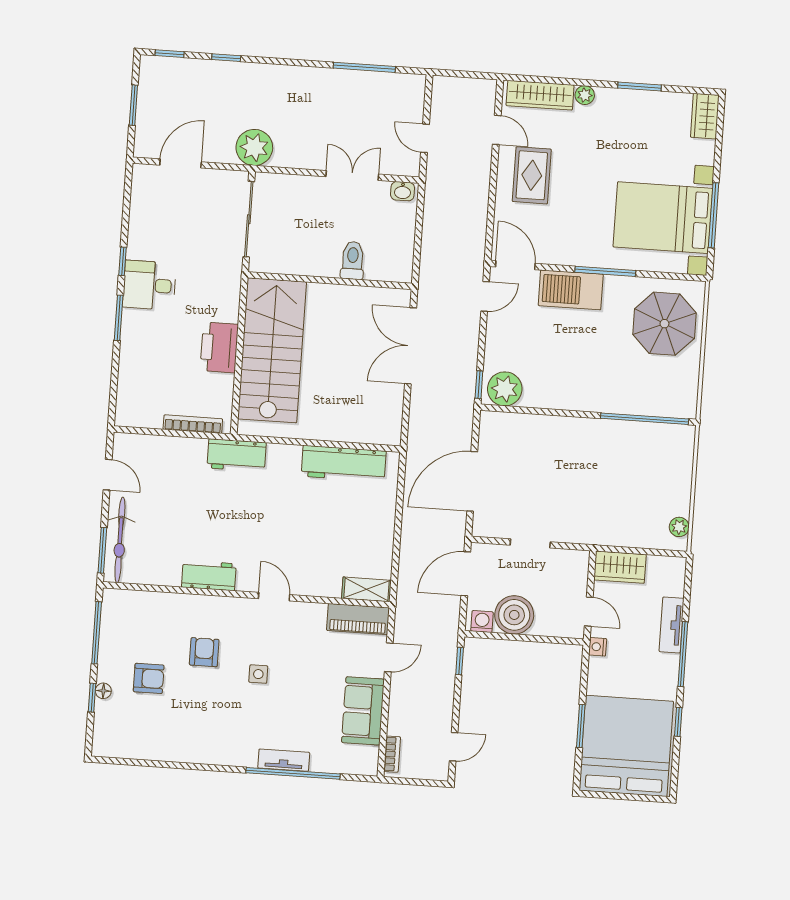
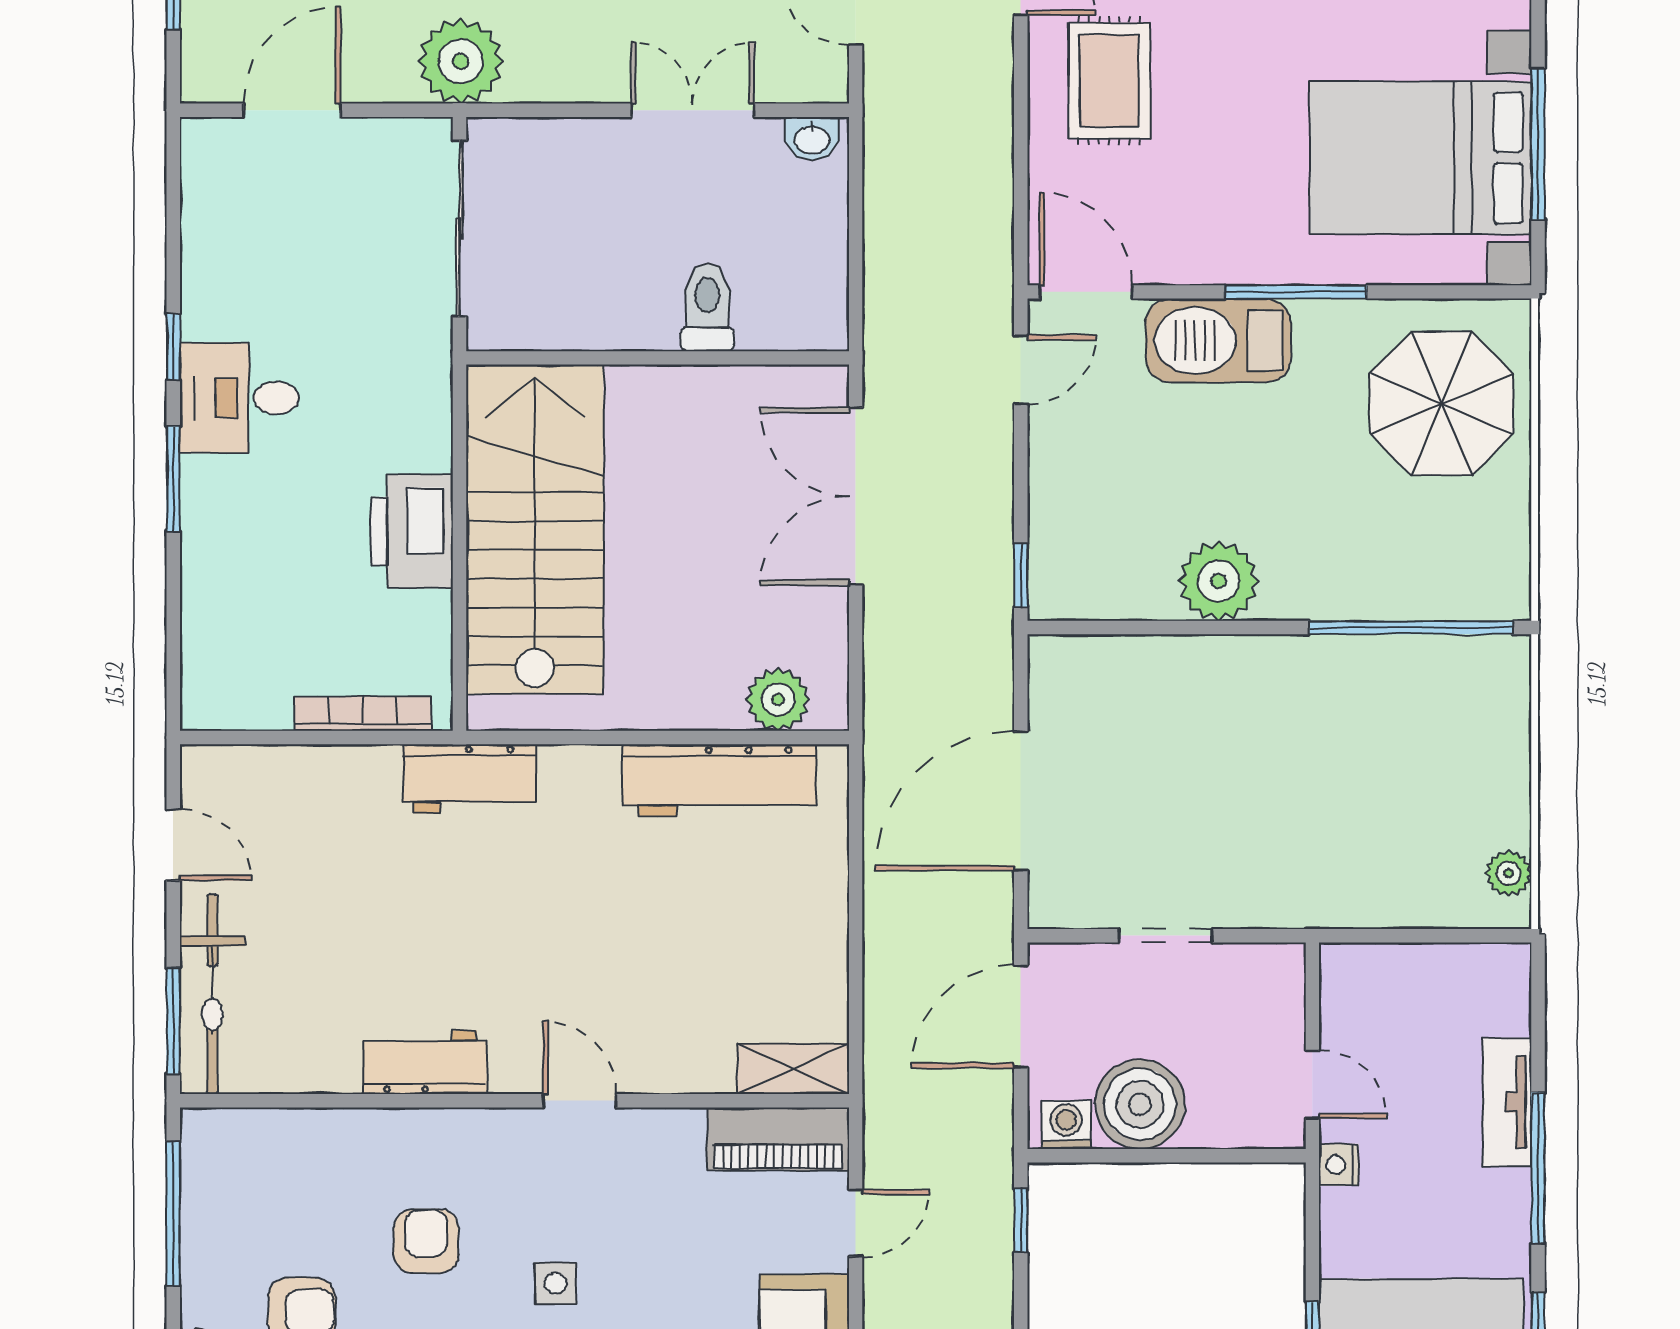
plant: (505, 389) -> (1219, 581), moved
plant: (371, 431) -> (778, 699), added
wardrobe: (620, 567) -> (1378, 976), removed

